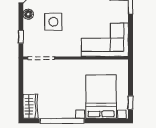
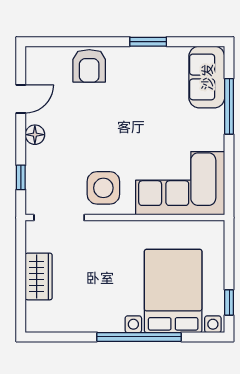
side table: (53, 22) -> (103, 188), moved
wardrobe: (30, 106) -> (39, 276), moved
window: (62, 121) -> (139, 337), moved

